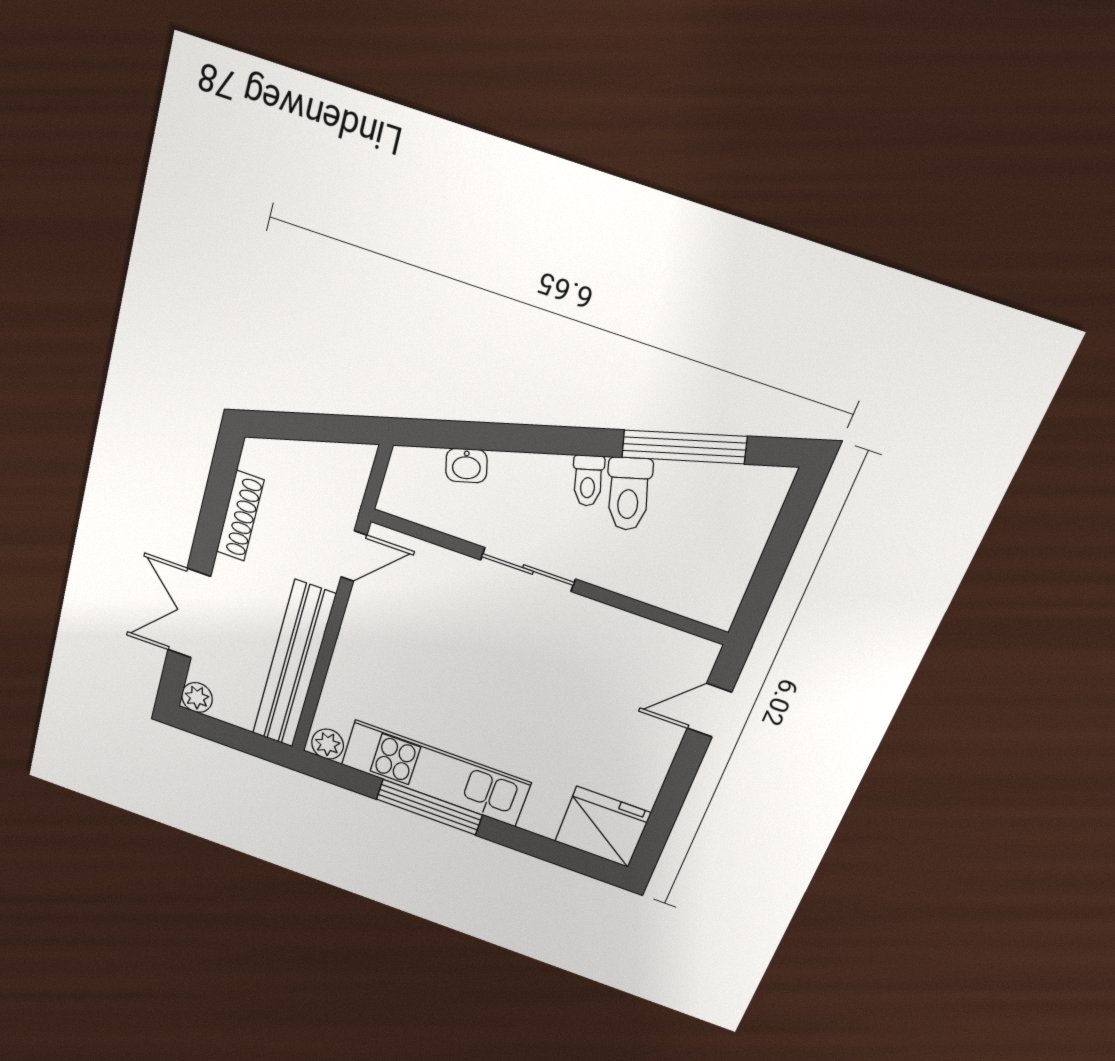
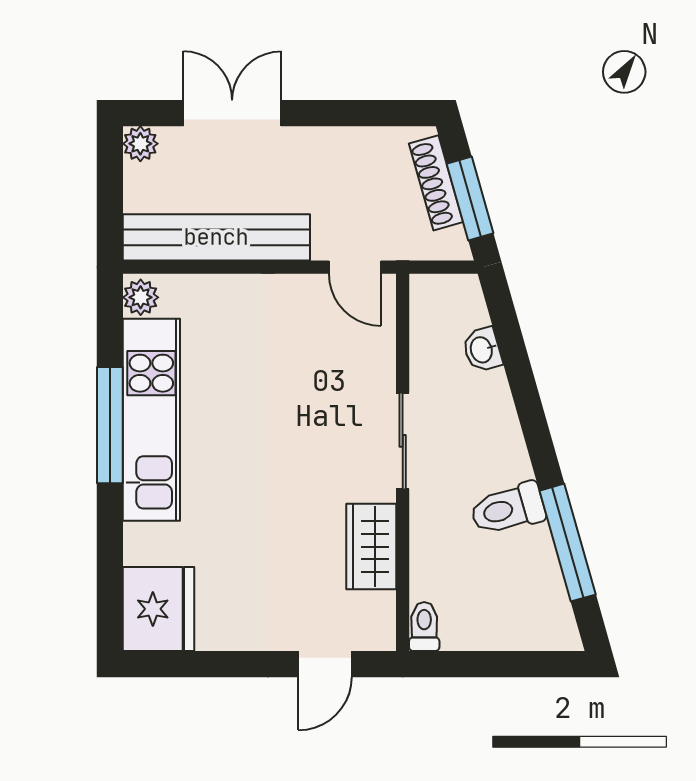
window: (320, 428) -> (470, 199), added
toilet: (588, 481) -> (424, 626), moved, turned 106
shoe rack: (240, 516) -> (436, 183), moved, turned 74
wardrobe: (616, 632) -> (371, 547), added
door: (709, 710) -> (325, 664), swing flipped

